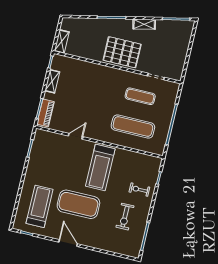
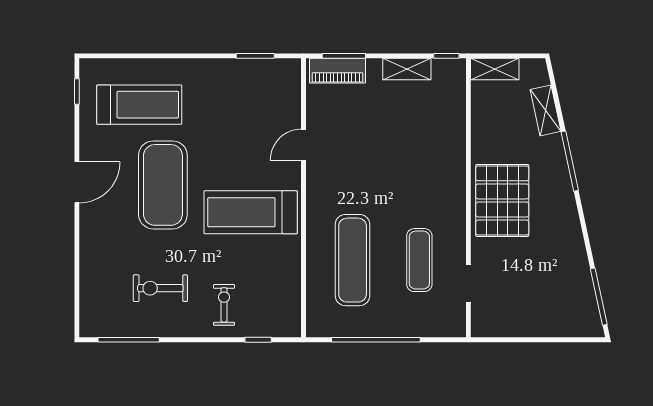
shelving: (144, 24) -> (546, 110), moved
door: (75, 136) -> (304, 145), swing flipped

